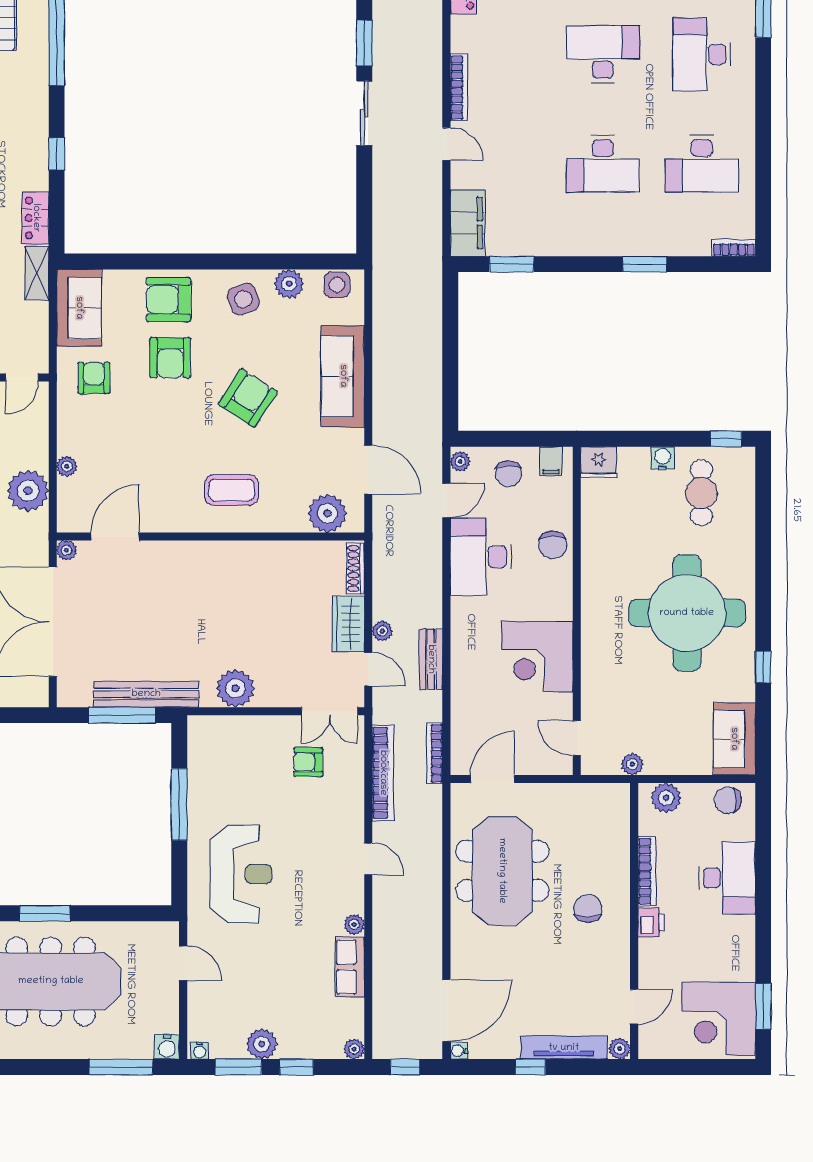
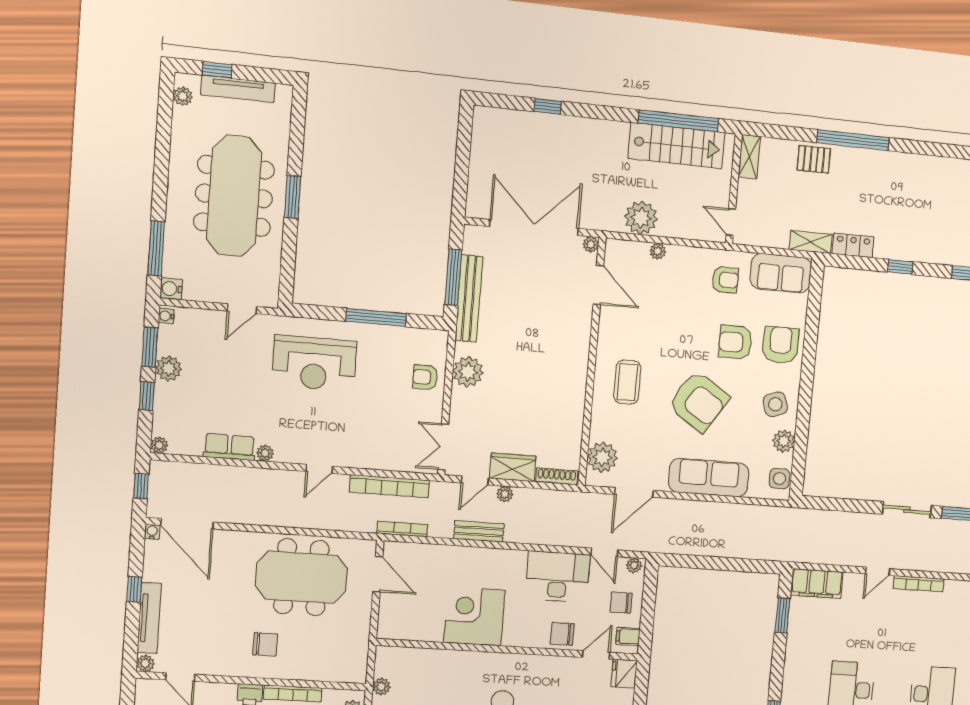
armchair: (248, 398) -> (699, 401), width x1.36, depth x1.36
door: (577, 738) -> (596, 655), moved
armchair: (308, 762) -> (425, 377), moved, turned -90

